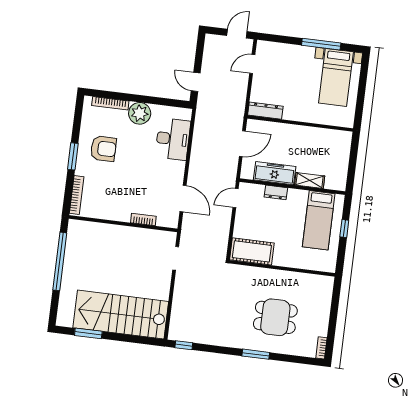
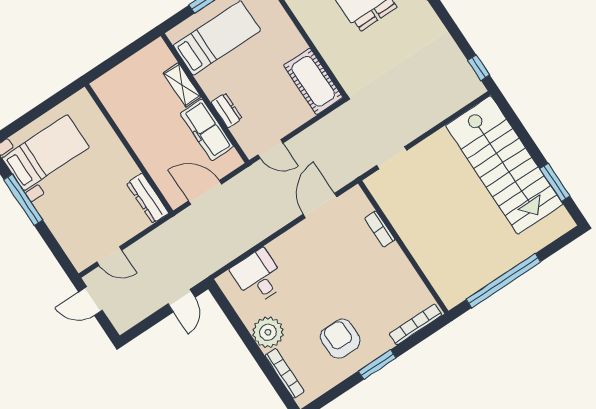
desk: (173, 139) -> (258, 277), width x0.73

